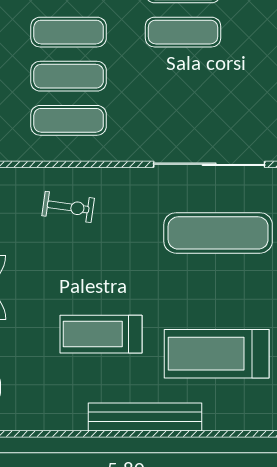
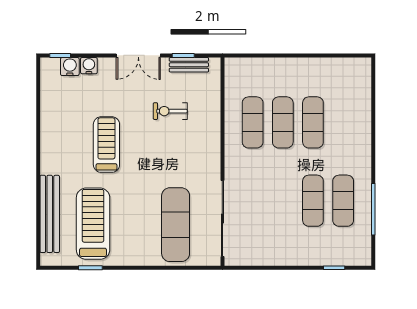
exercise bike: (68, 207) -> (170, 111), moved, turned 82
bench: (145, 417) -> (50, 214), moved

